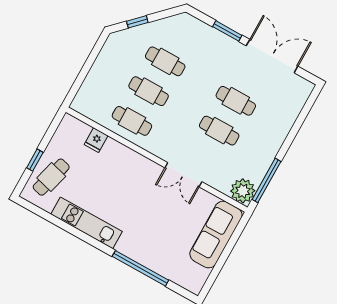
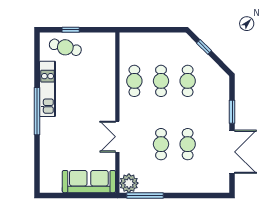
fridge: (96, 140) -> (108, 64), removed
window: (140, 268) -> (37, 111), moved

